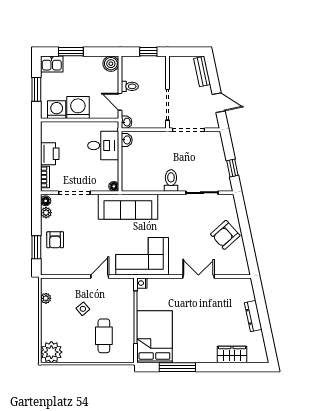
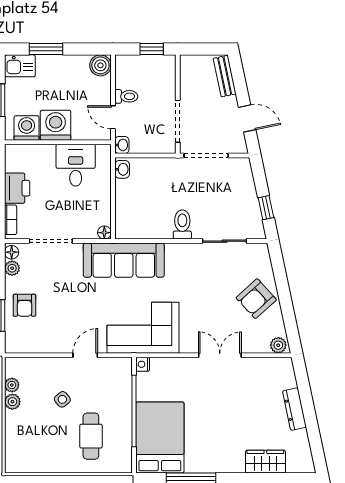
desk: (103, 145) -> (76, 165), moved, turned -90
plant: (241, 269) -> (278, 345), added
plant: (51, 352) -> (12, 402), moved, width x0.53, depth x0.53

